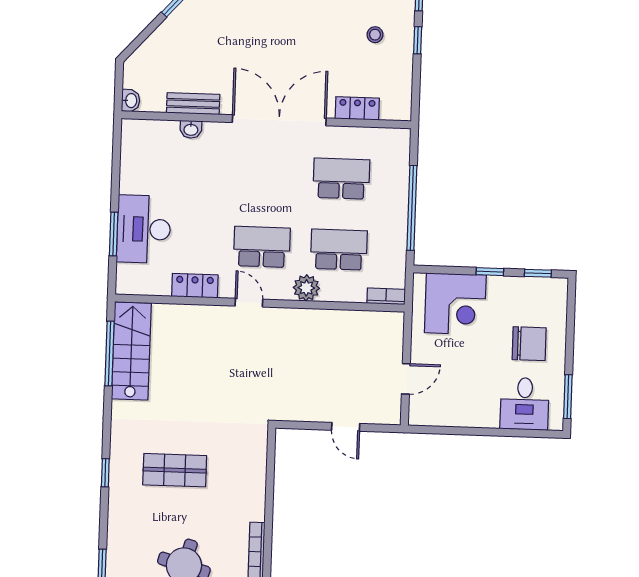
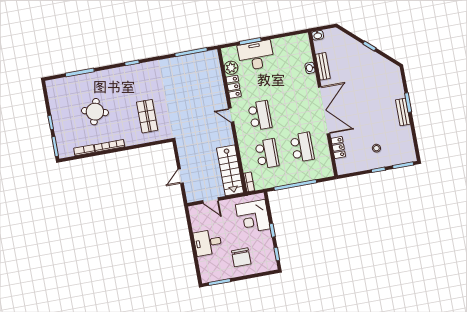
plant: (306, 288) -> (231, 68), moved
door: (249, 303) -> (231, 115), swing flipped
stairs: (131, 351) -> (230, 170), moved, turned 90
desk: (525, 404) -> (208, 243), moved
shop shelf: (175, 470) -> (147, 116), moved

